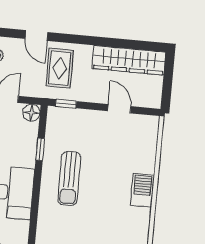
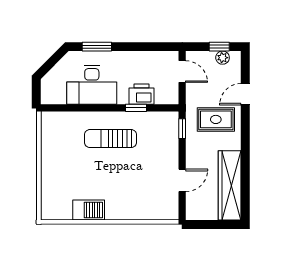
floor lamp: (31, 113) -> (170, 96), removed
printer: (27, 142) -> (142, 94), added
barbecue: (142, 190) -> (89, 210), moved

